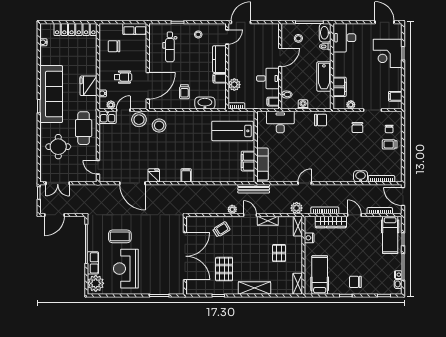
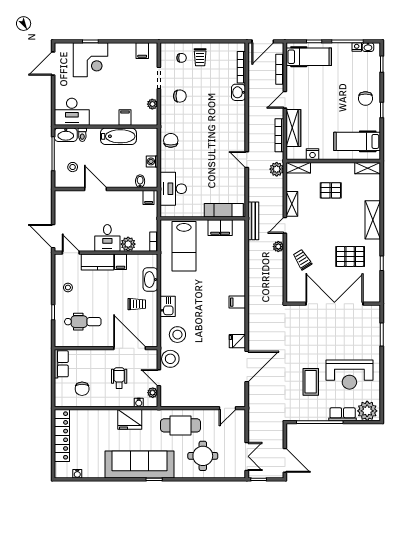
desk: (268, 78) -> (107, 238), moved, turned 180
filing cabinet: (340, 87) -> (125, 117), width x0.50
kitchen sink: (108, 117) -> (168, 306), moved

